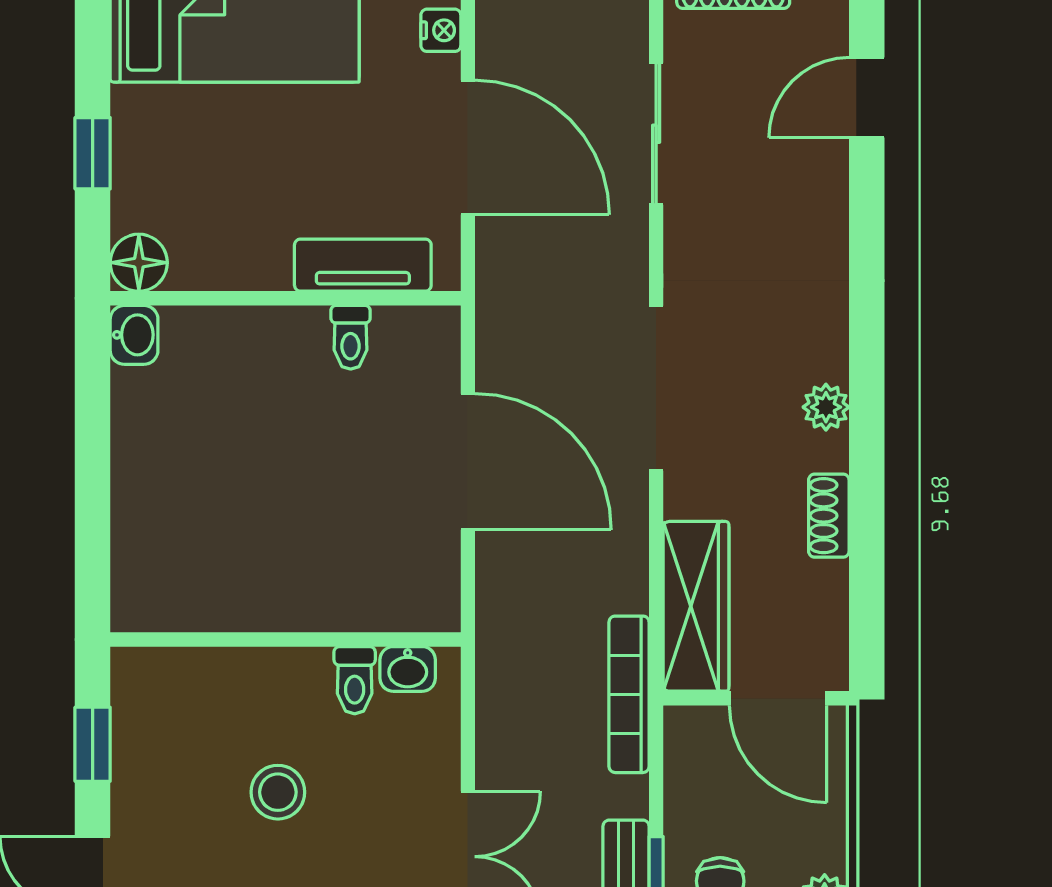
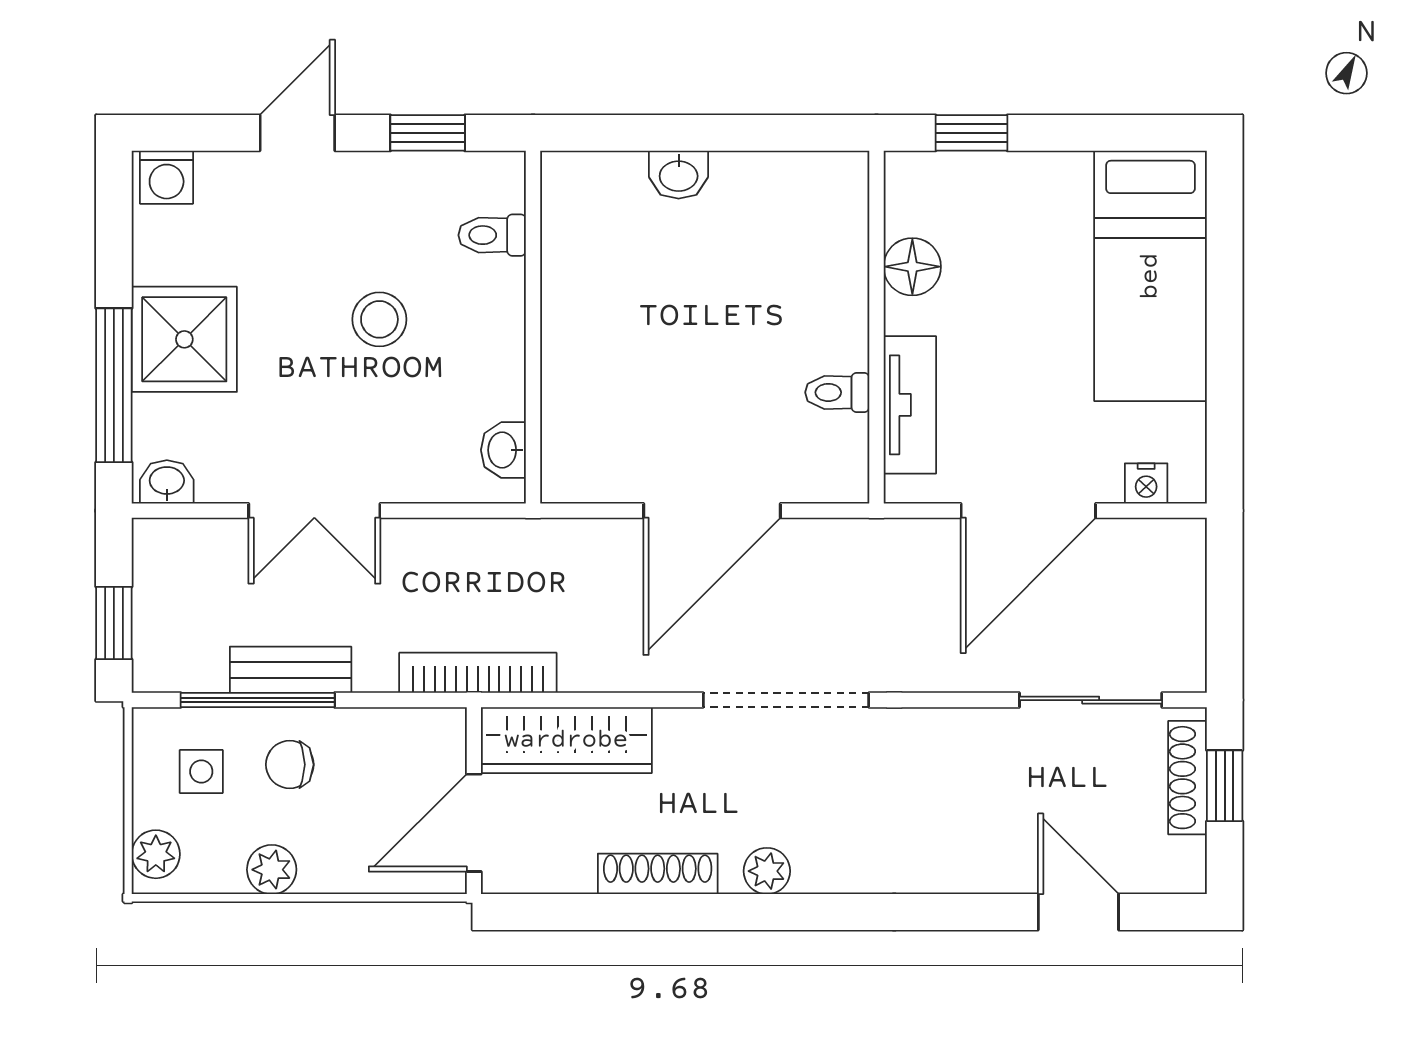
sliding door: (656, 134) -> (1091, 700), moved
window: (93, 153) -> (971, 133), moved
floor lamp: (139, 263) -> (912, 267), moved
washbasin: (134, 335) -> (679, 175), moved
shoe rack: (829, 516) -> (658, 874), width x1.43
toilet: (355, 680) -> (492, 235), moved

